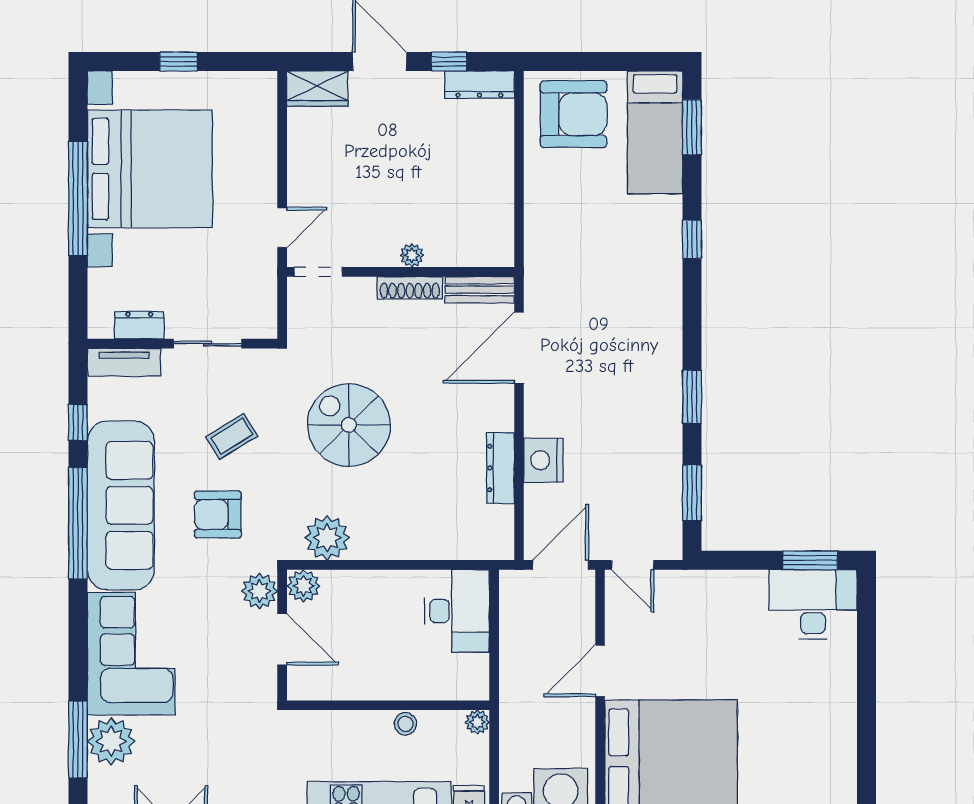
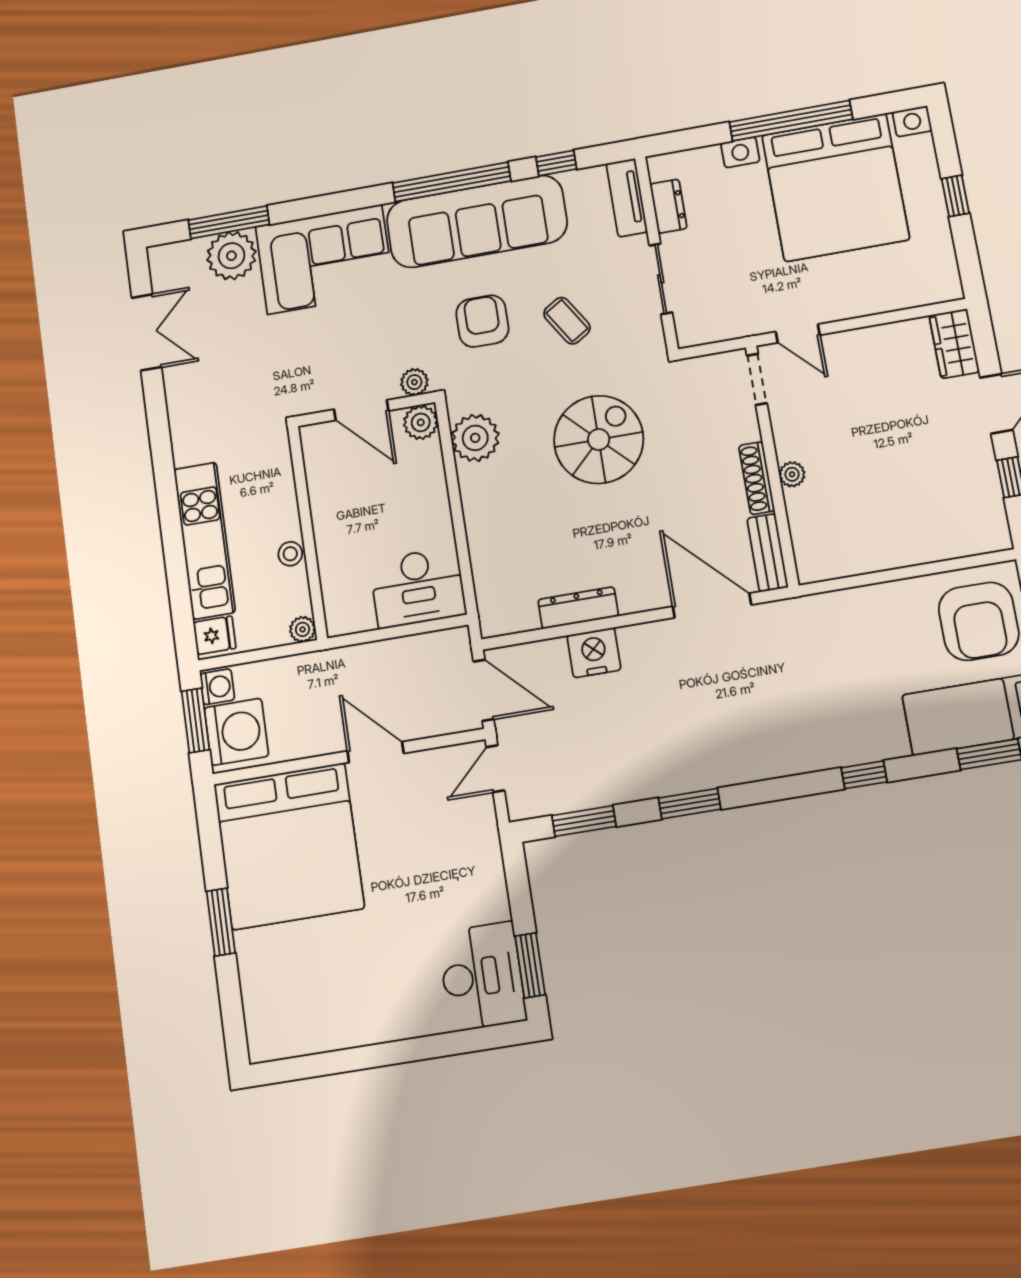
dresser: (479, 84) -> (992, 514), removed
plant: (260, 591) -> (414, 382), width x0.73, depth x0.73
door: (282, 639) -> (361, 410), hinge flipped

